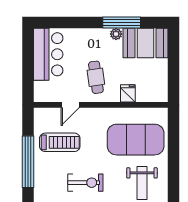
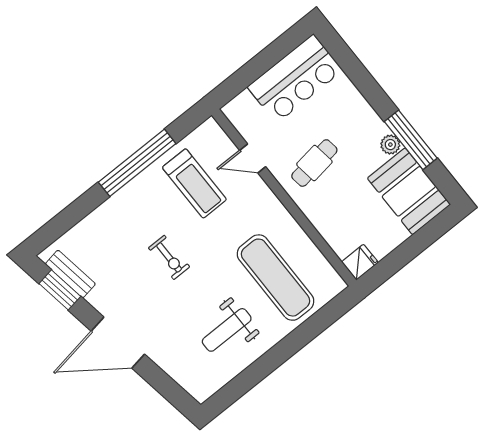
fridge: (128, 93) -> (360, 262), moved
exercise mat: (136, 140) -> (276, 278), width x0.68
exercise bike: (85, 183) -> (169, 257), width x0.73, depth x0.72

